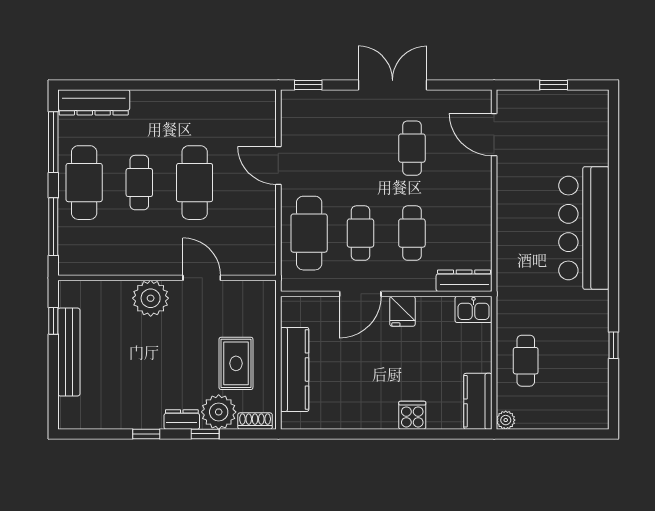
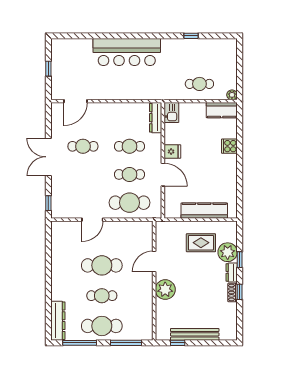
shoe rack: (255, 421) -> (233, 292), moved

